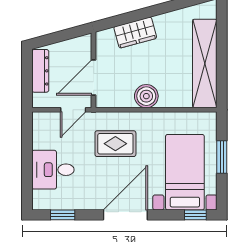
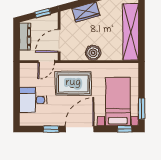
window: (68, 34) -> (43, 13), added
rug: (115, 144) -> (73, 83), width x1.36, depth x1.43
window: (222, 157) -> (141, 109), moved
window: (63, 215) -> (51, 129), moved

